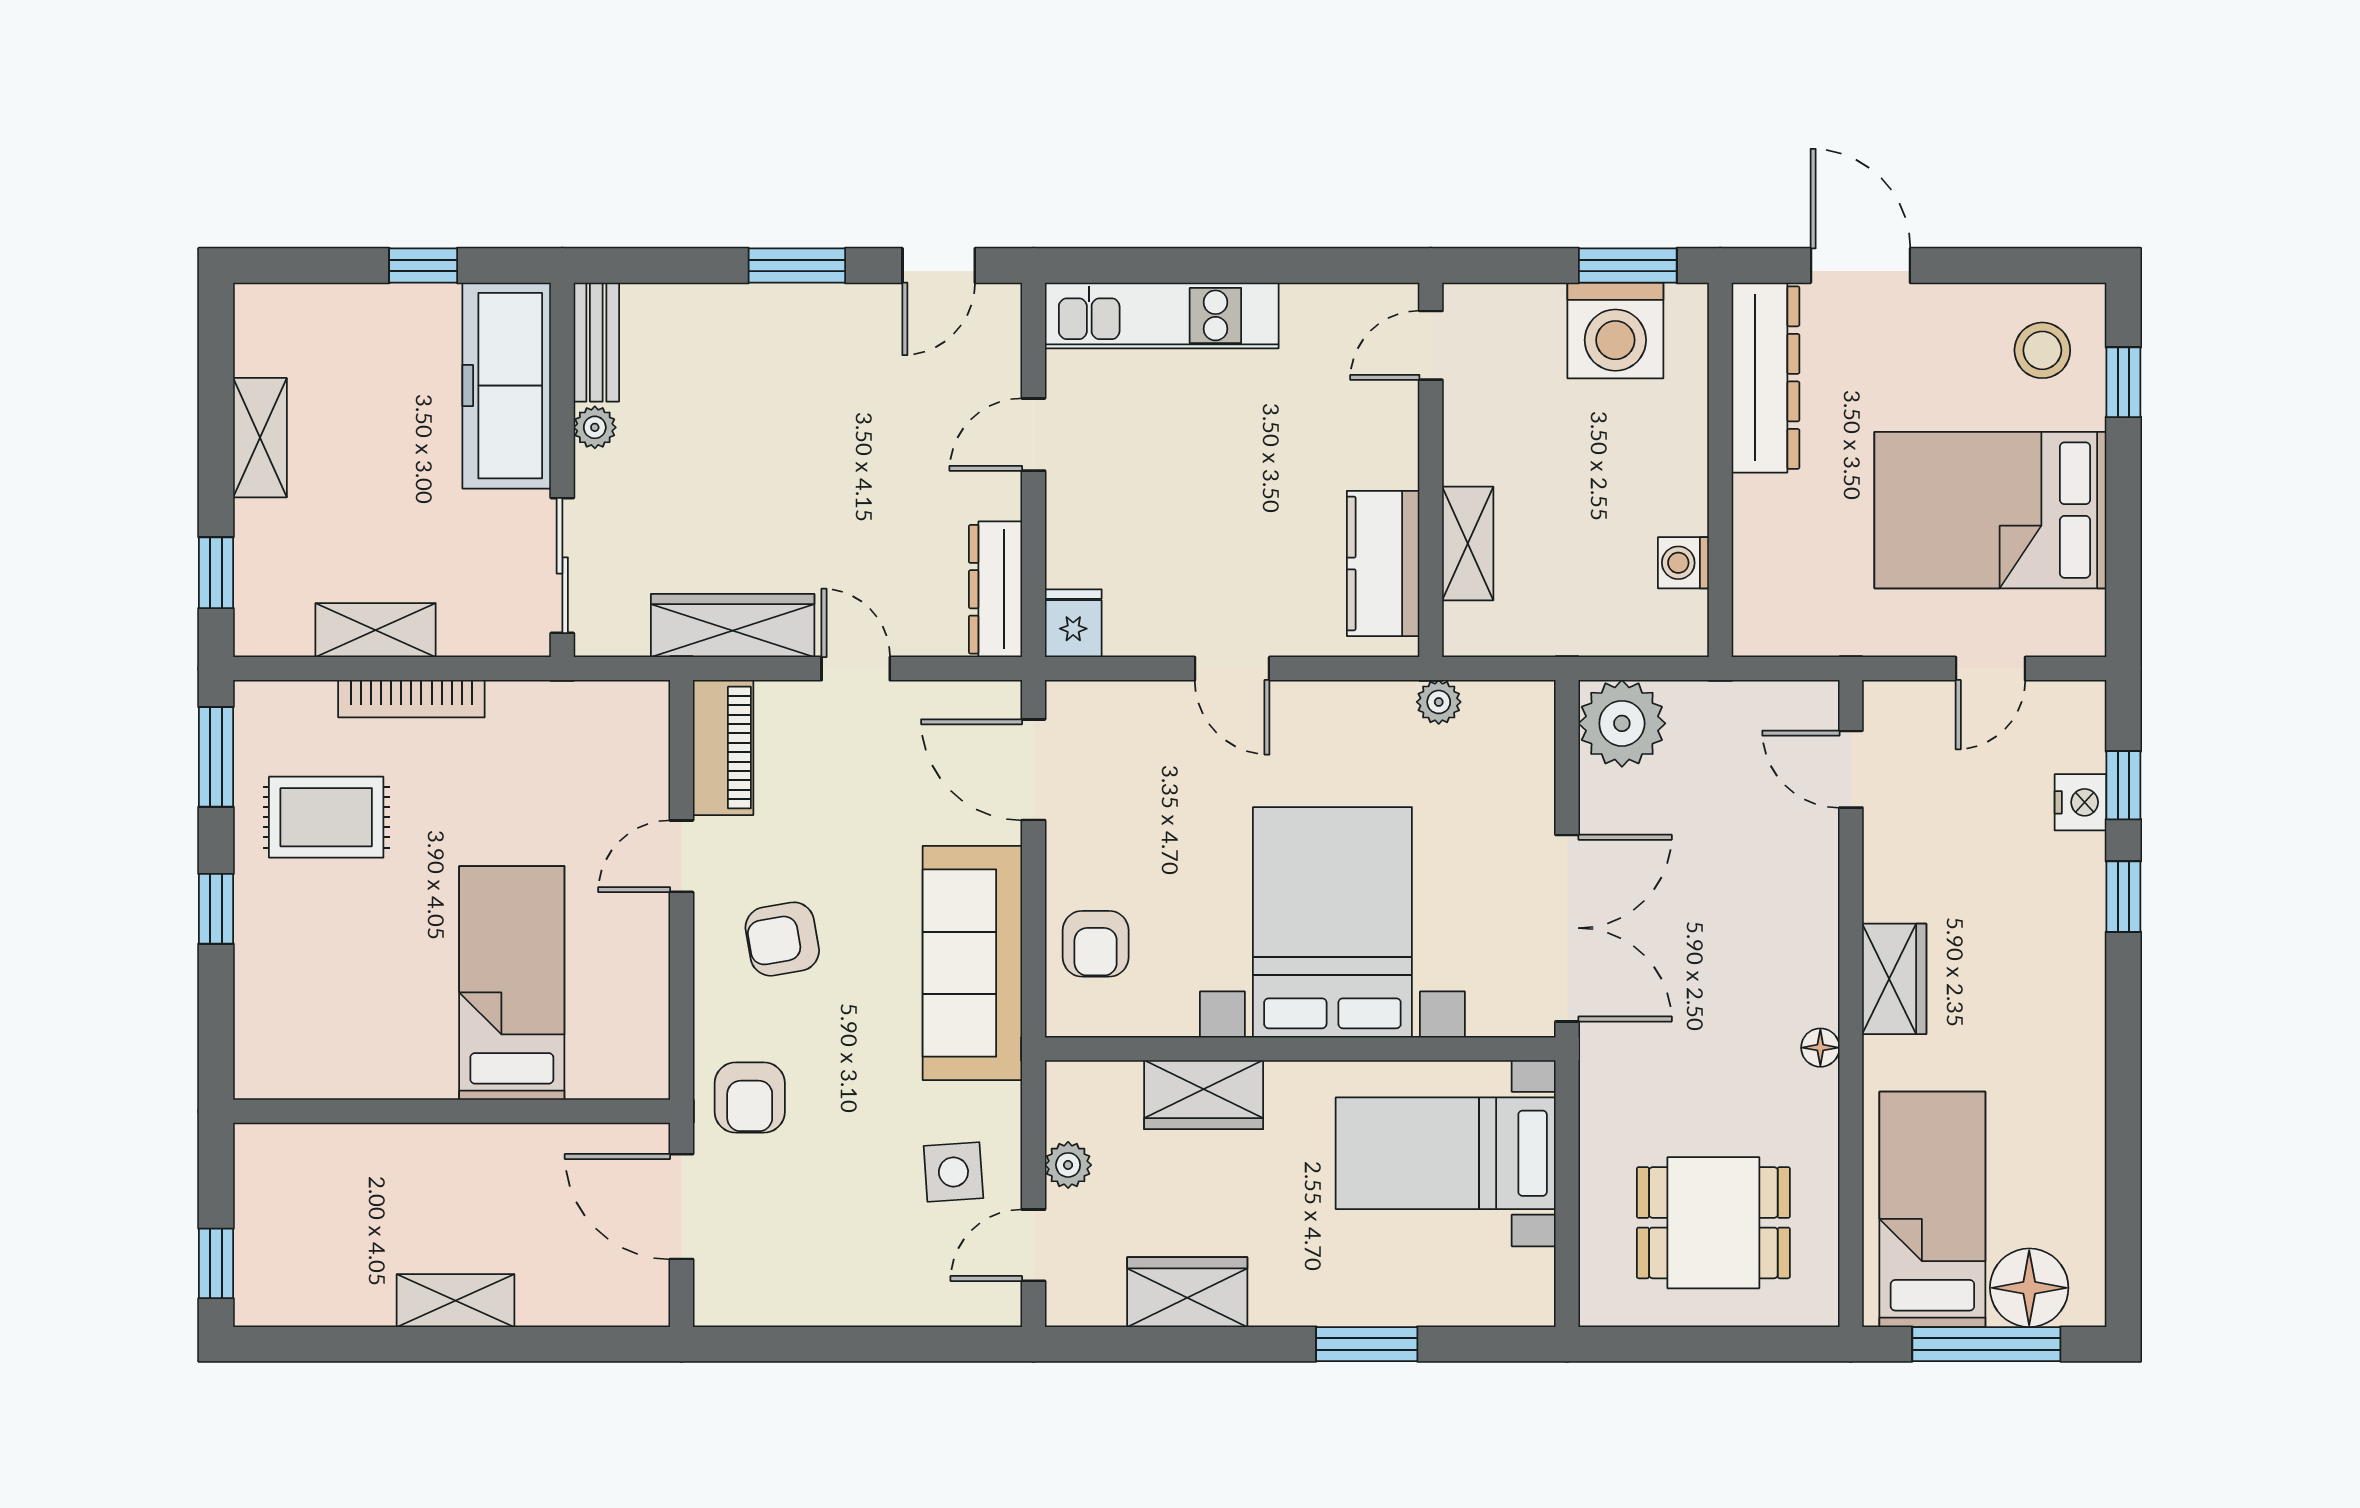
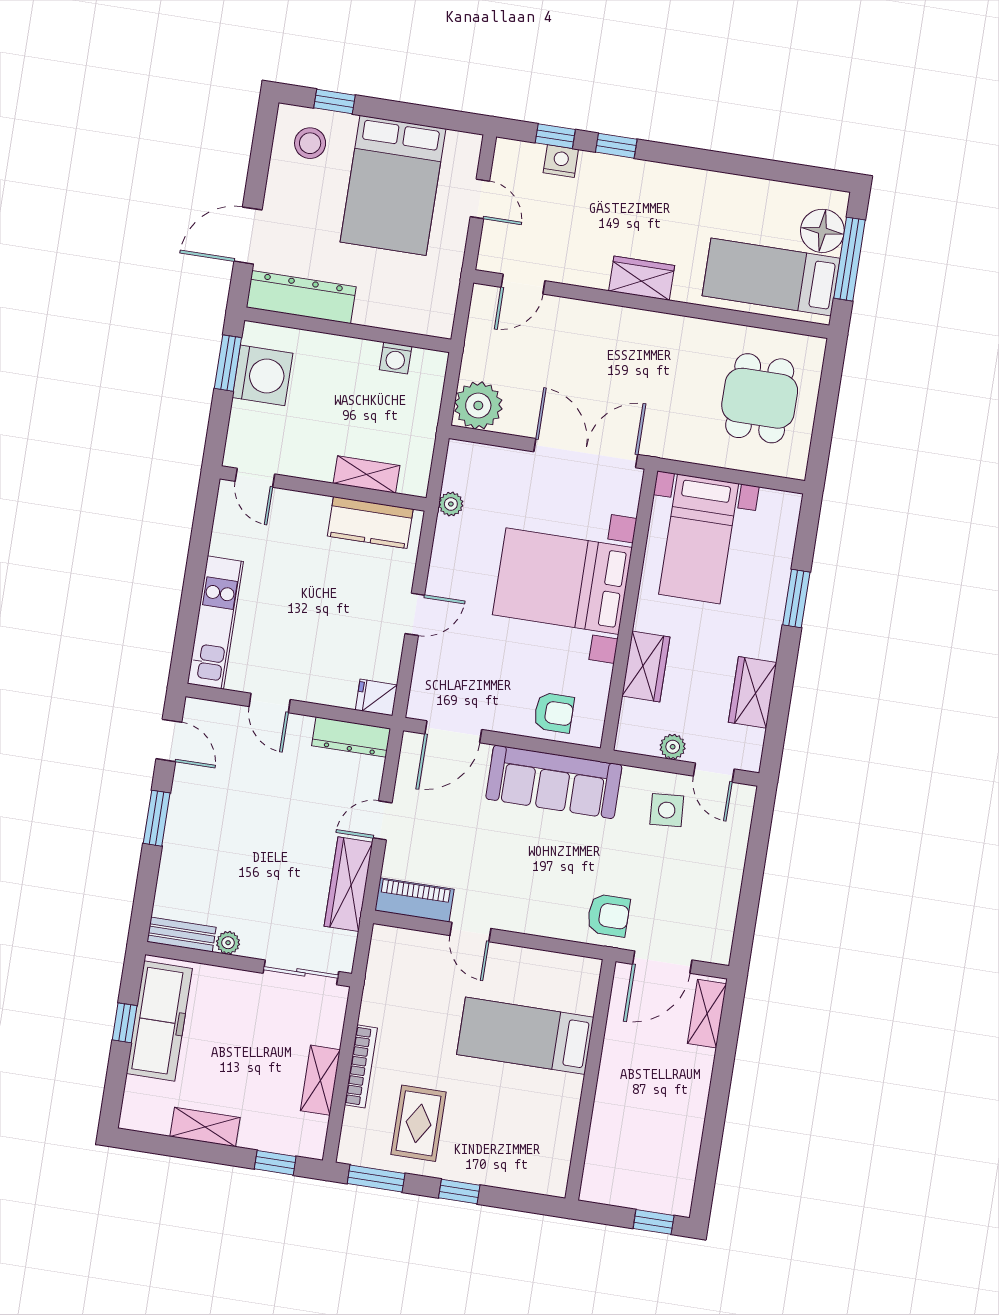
freezer: (507, 386) -> (159, 1021), moved, turned -90
armchair: (782, 939) -> (524, 884), removed
floor lamp: (1820, 1048) -> (673, 325), removed
shelving: (455, 1301) -> (707, 1014), moved

